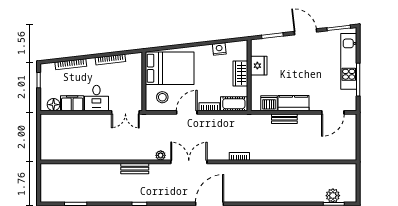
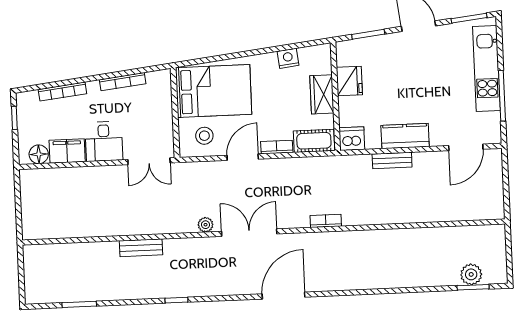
dishwasher: (269, 103) -> (352, 139), moved
bench: (135, 169) -> (141, 248), moved

